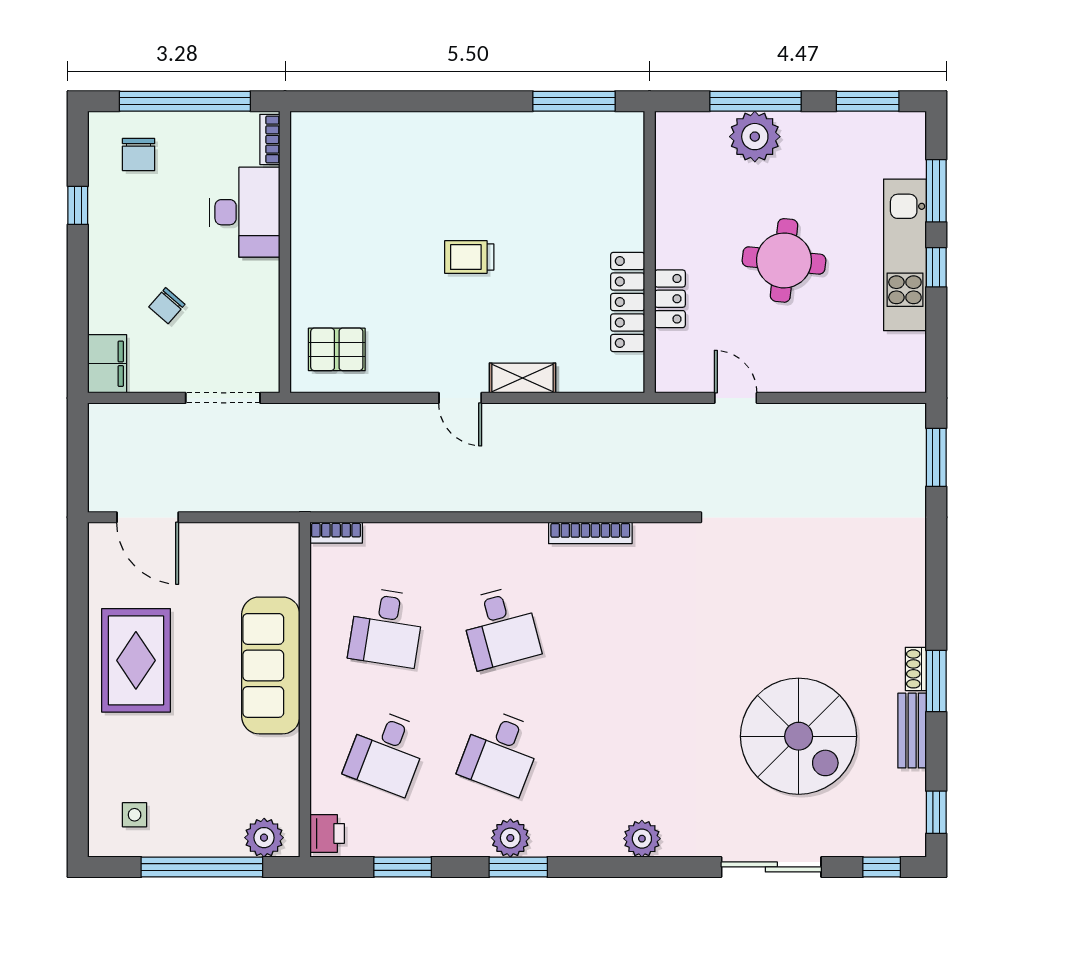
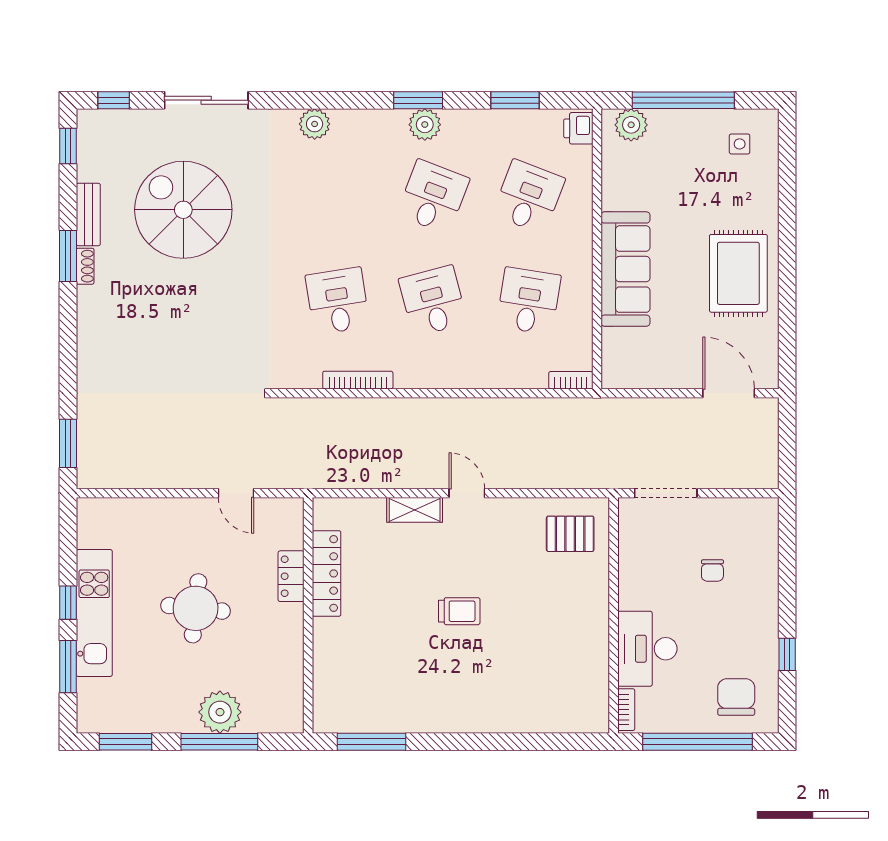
chair: (139, 154) -> (736, 697), width x1.37, depth x1.37
chair: (167, 306) -> (712, 570), turned 139
filing cabinet: (107, 364) -> (763, 522), removed
desk: (614, 627) -> (338, 301), added

